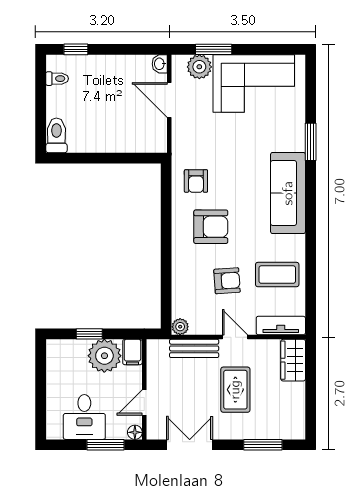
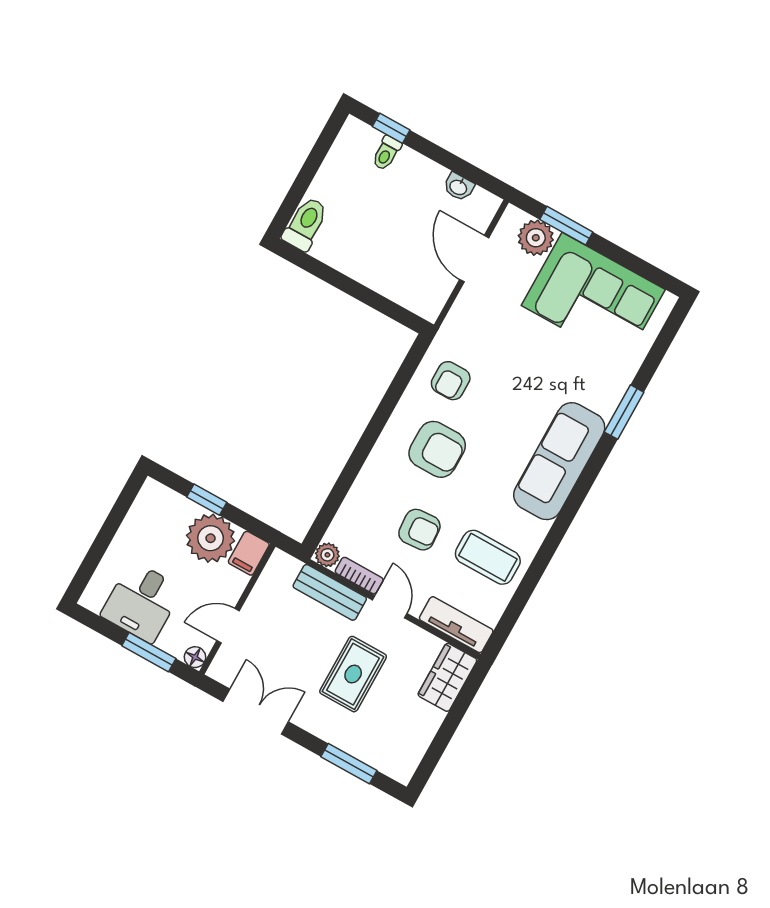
washbasin: (160, 64) -> (459, 187), moved, turned -90
toilet: (57, 79) -> (386, 153), moved, turned 90
bookcase: (206, 328) -> (359, 576), added

